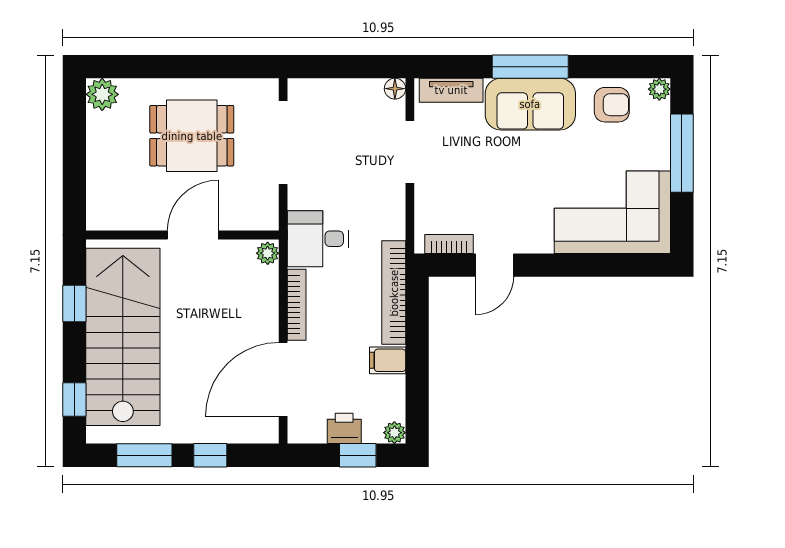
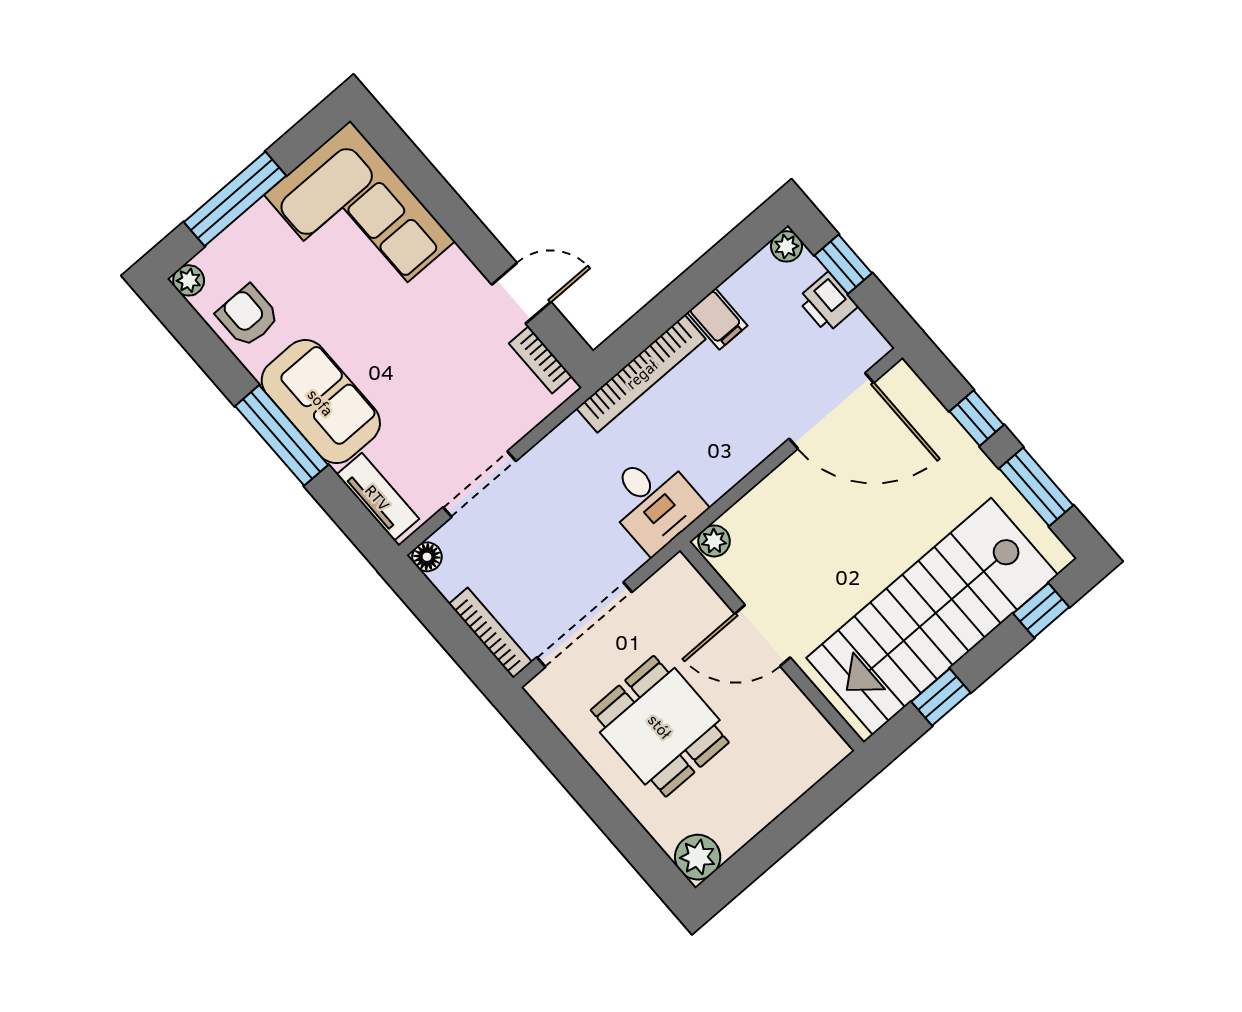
bookcase: (297, 305) -> (490, 633), moved, turned 90

